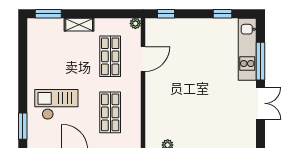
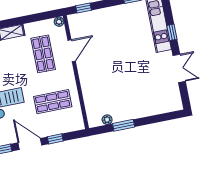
window: (260, 61) -> (172, 32), width x0.46
shop shelf: (110, 112) -> (53, 102), turned 90

